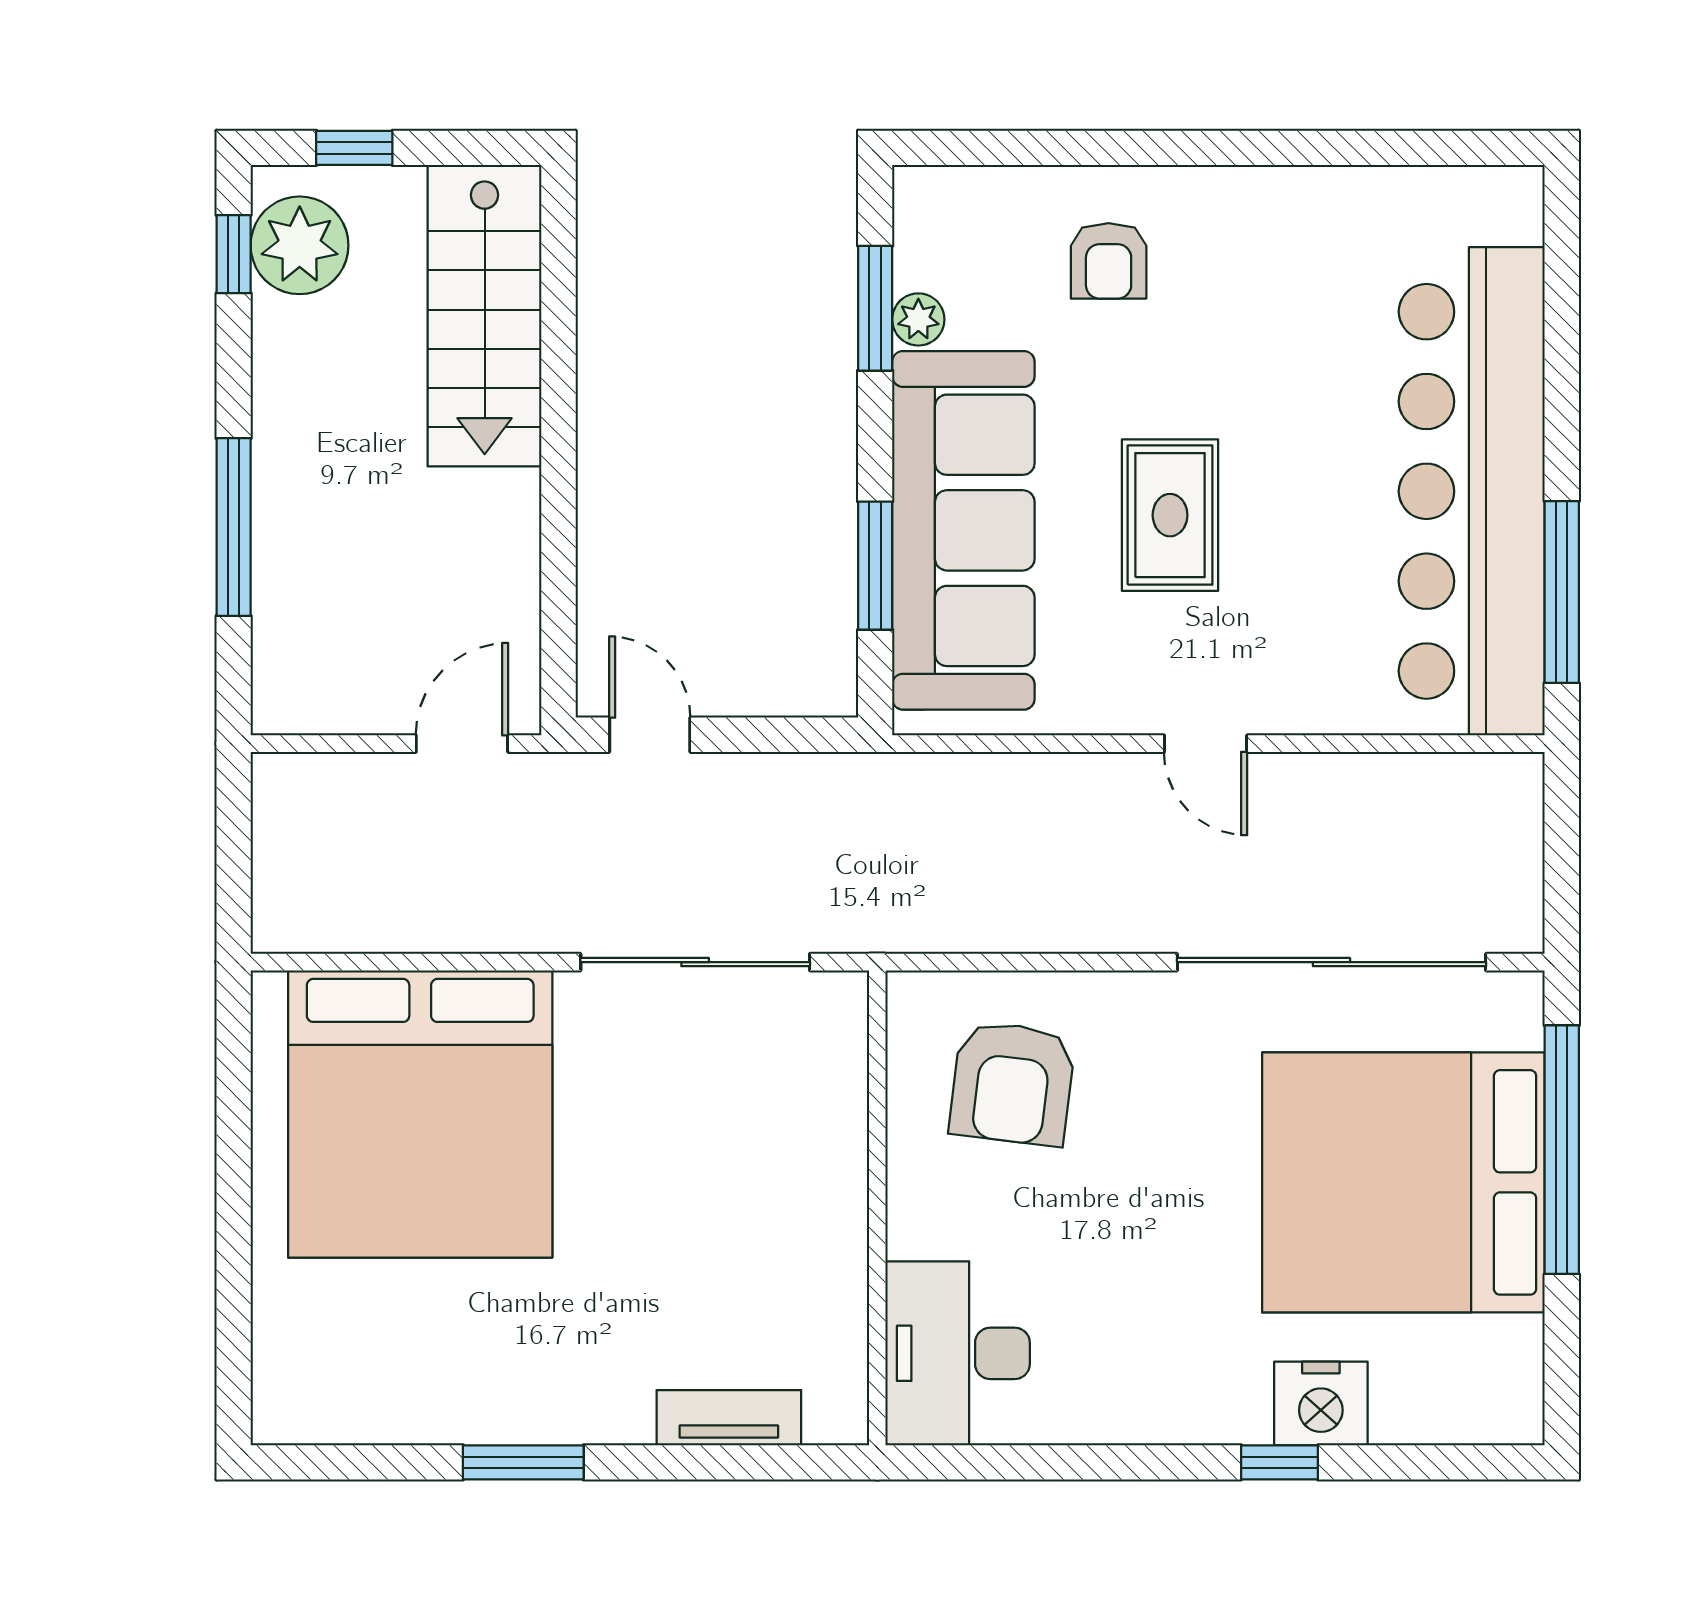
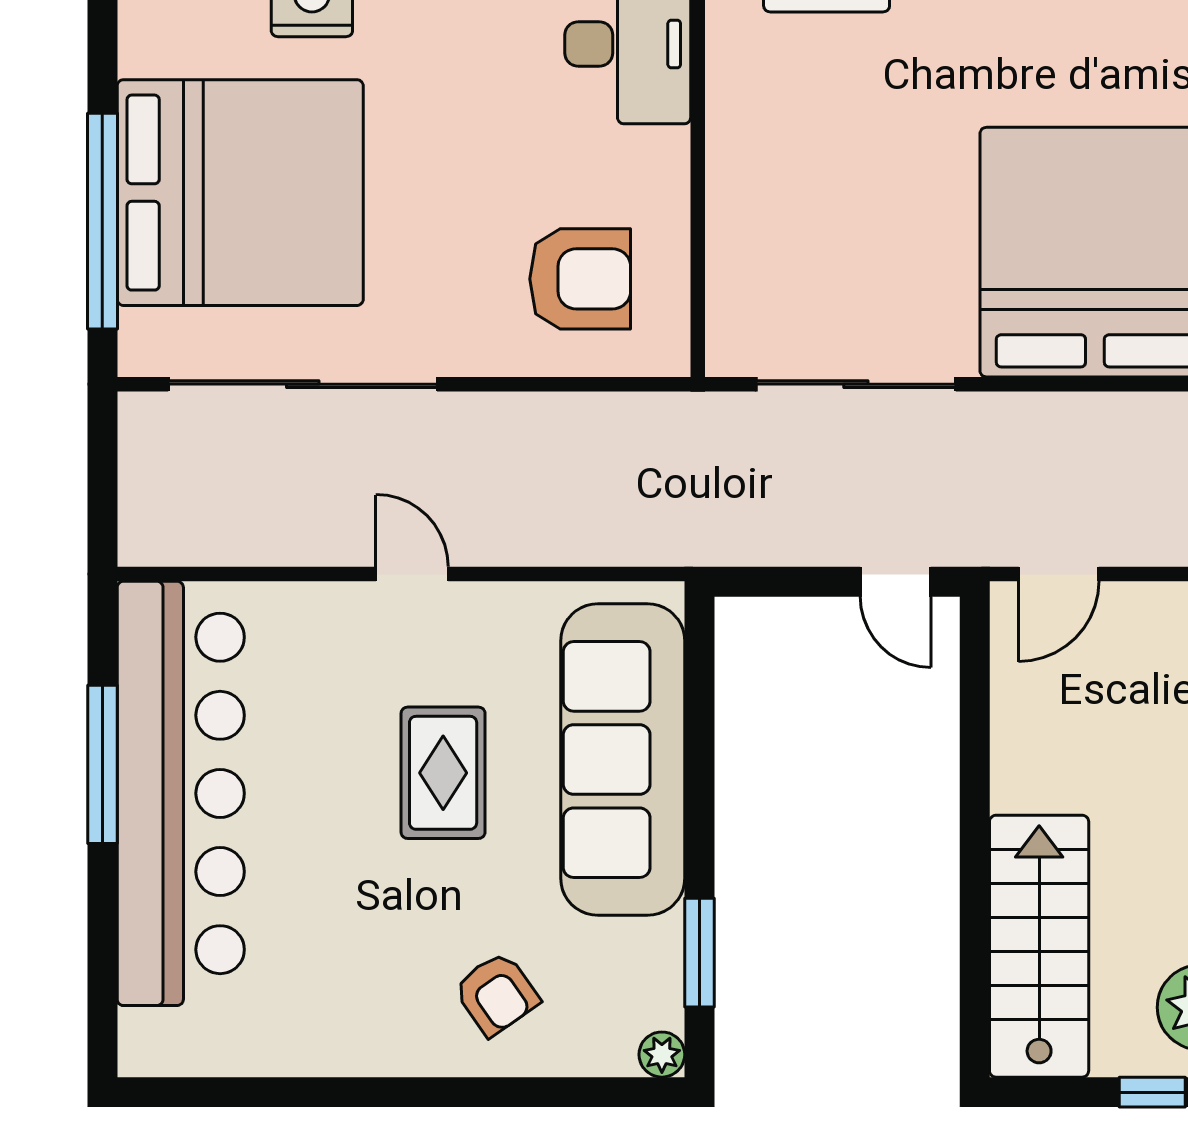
armchair: (1109, 261) -> (497, 994), turned 145
plant: (918, 319) -> (662, 1055), moved
window: (875, 566) -> (699, 729), removed
window: (1562, 592) -> (102, 764), moved
armchair: (1012, 1083) -> (580, 279), turned 83

